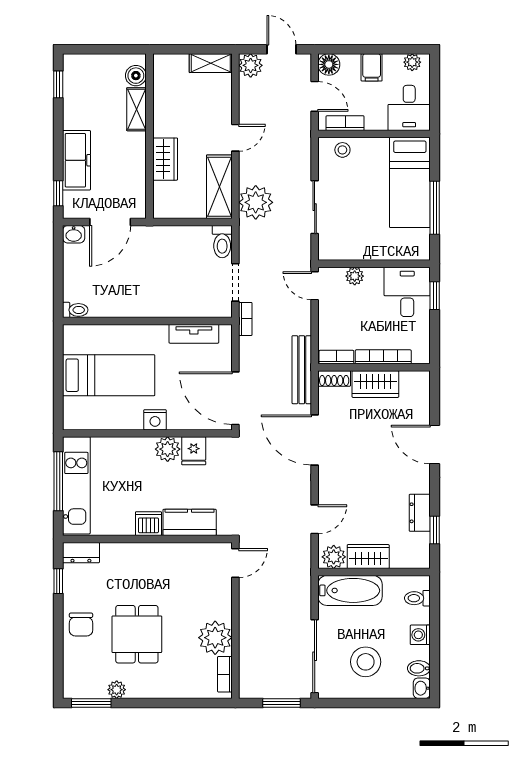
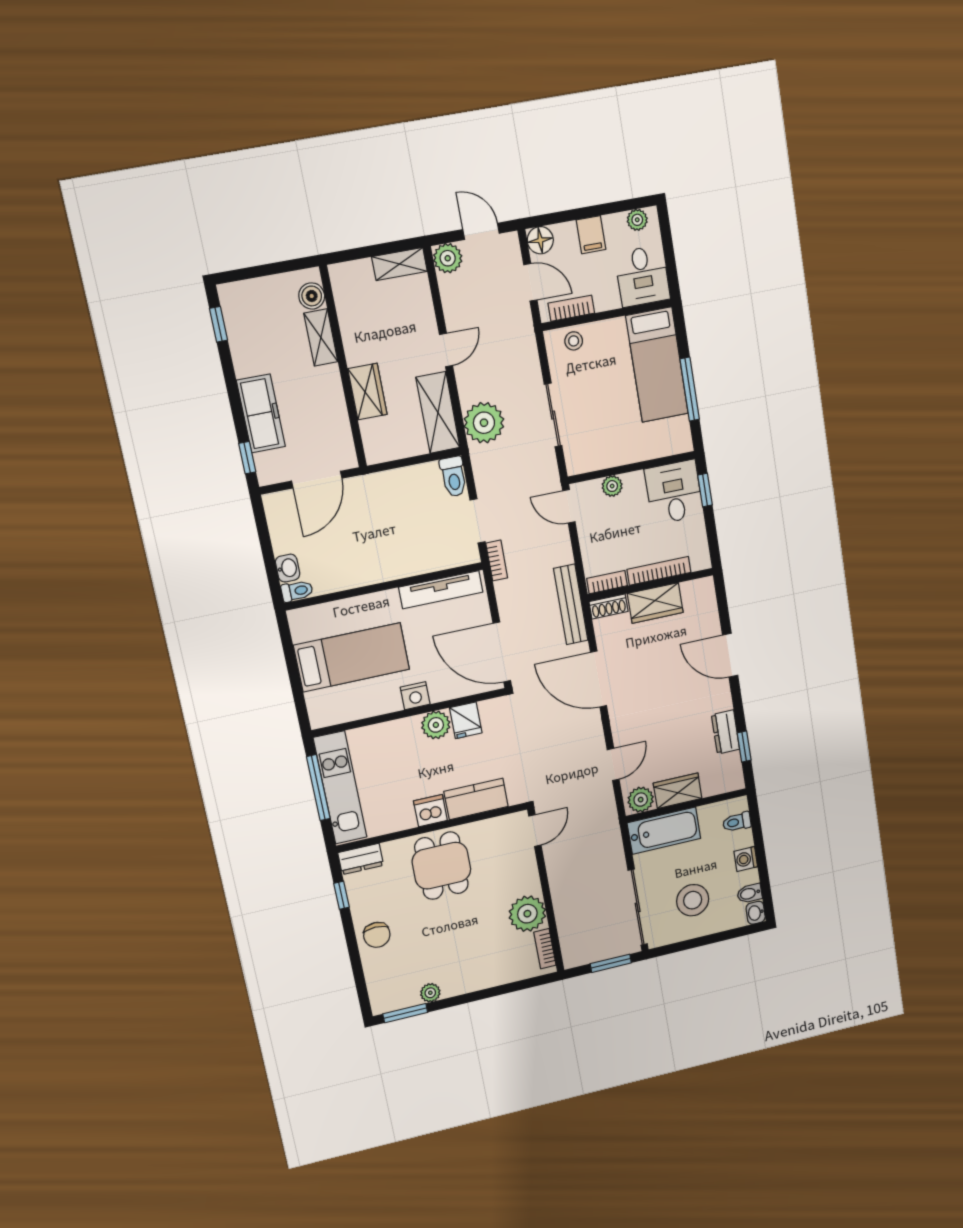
washbasin: (74, 234) -> (288, 568), moved, turned -90
tv unit: (194, 334) -> (441, 590), width x1.41
dining table: (137, 634) -> (441, 866), moved

